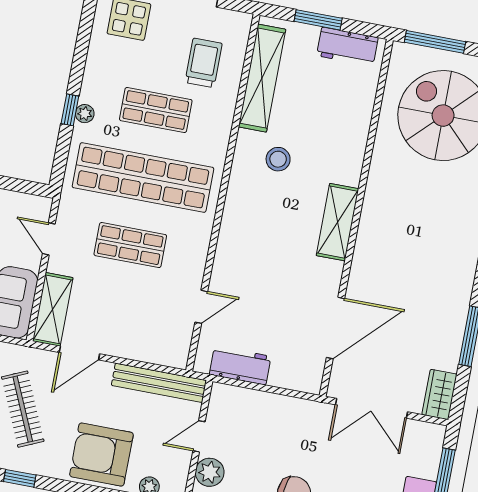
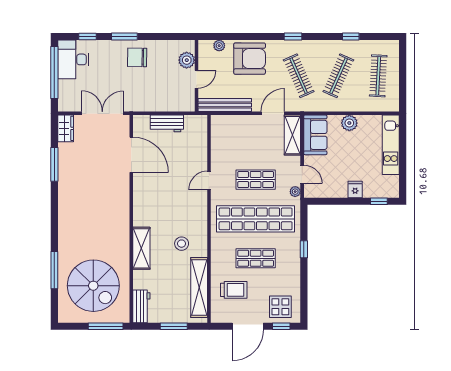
workbench: (347, 47) -> (141, 306), moved, turned 90
trolley: (204, 63) -> (234, 290), turned -90
plant: (85, 114) -> (295, 192), moved
shelving: (337, 222) -> (141, 248), moved
door: (201, 307) -> (209, 180), moved
door: (335, 328) -> (131, 155), swing flipped
workbench: (240, 365) -> (167, 123), moved

